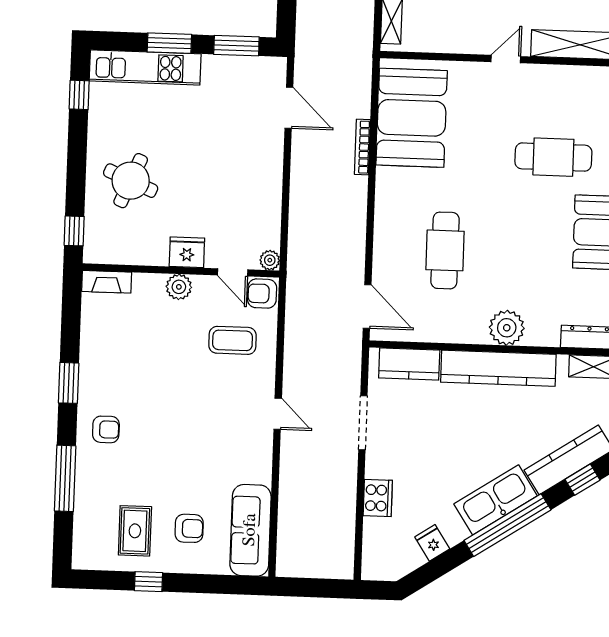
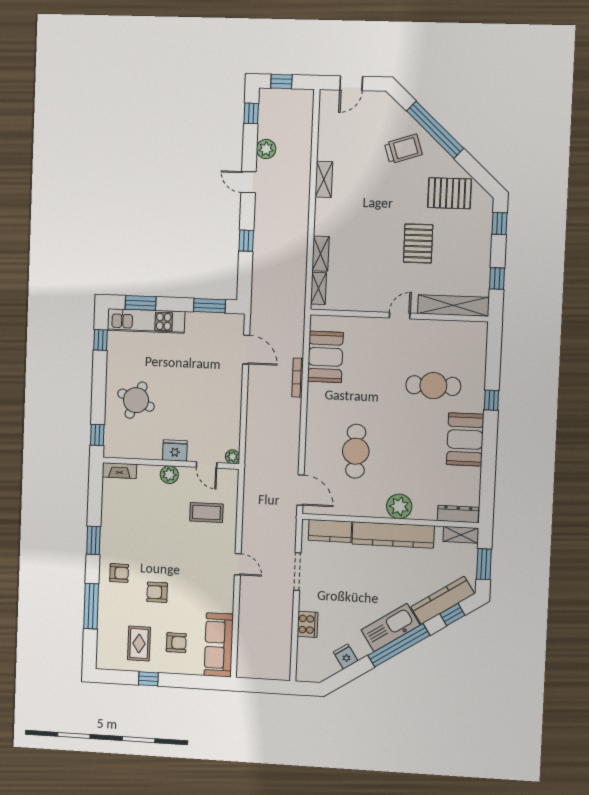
window: (169, 43) -> (141, 303), moved
booth: (412, 118) -> (325, 357), width x0.73, depth x0.70
armchair: (262, 294) -> (157, 592), moved

